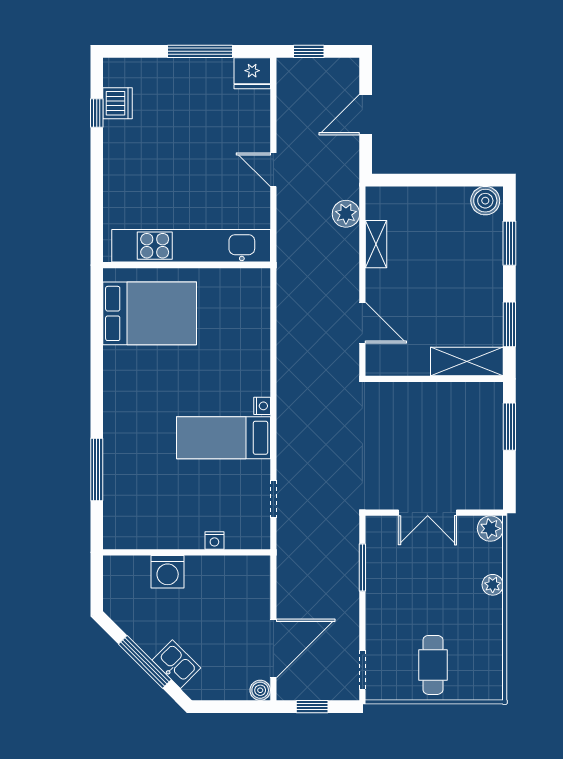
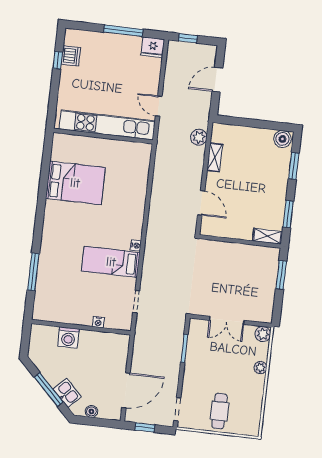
kitchen unit: (191, 246) -> (107, 125), moved
wall: (187, 265) -> (103, 136), moved
shelving: (467, 361) -> (267, 236), width x0.67, depth x0.75
boiler: (260, 690) -> (91, 411), moved

